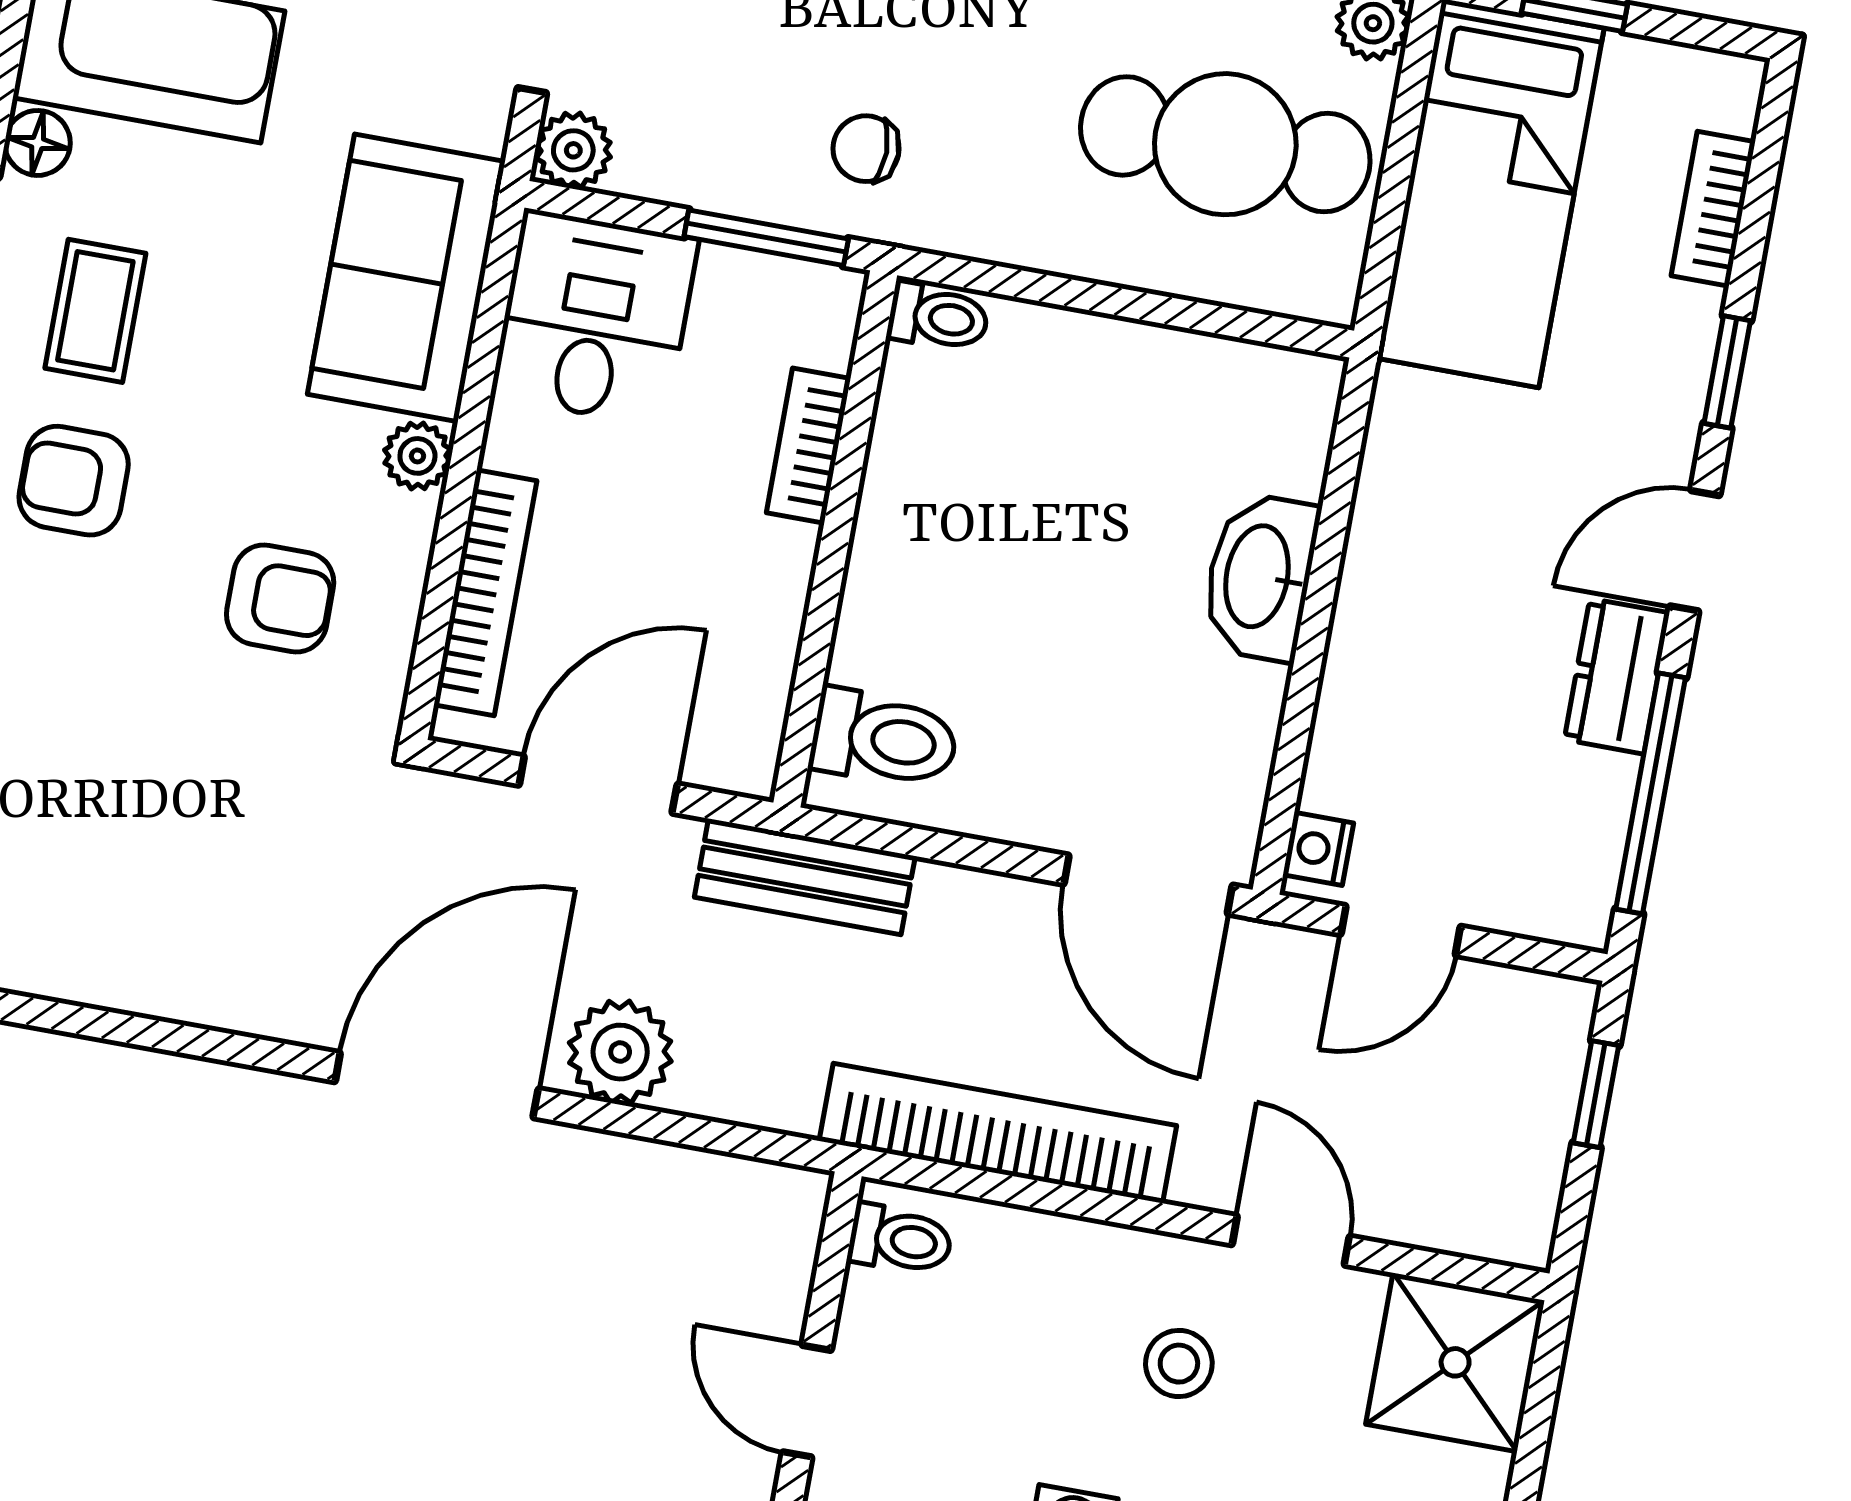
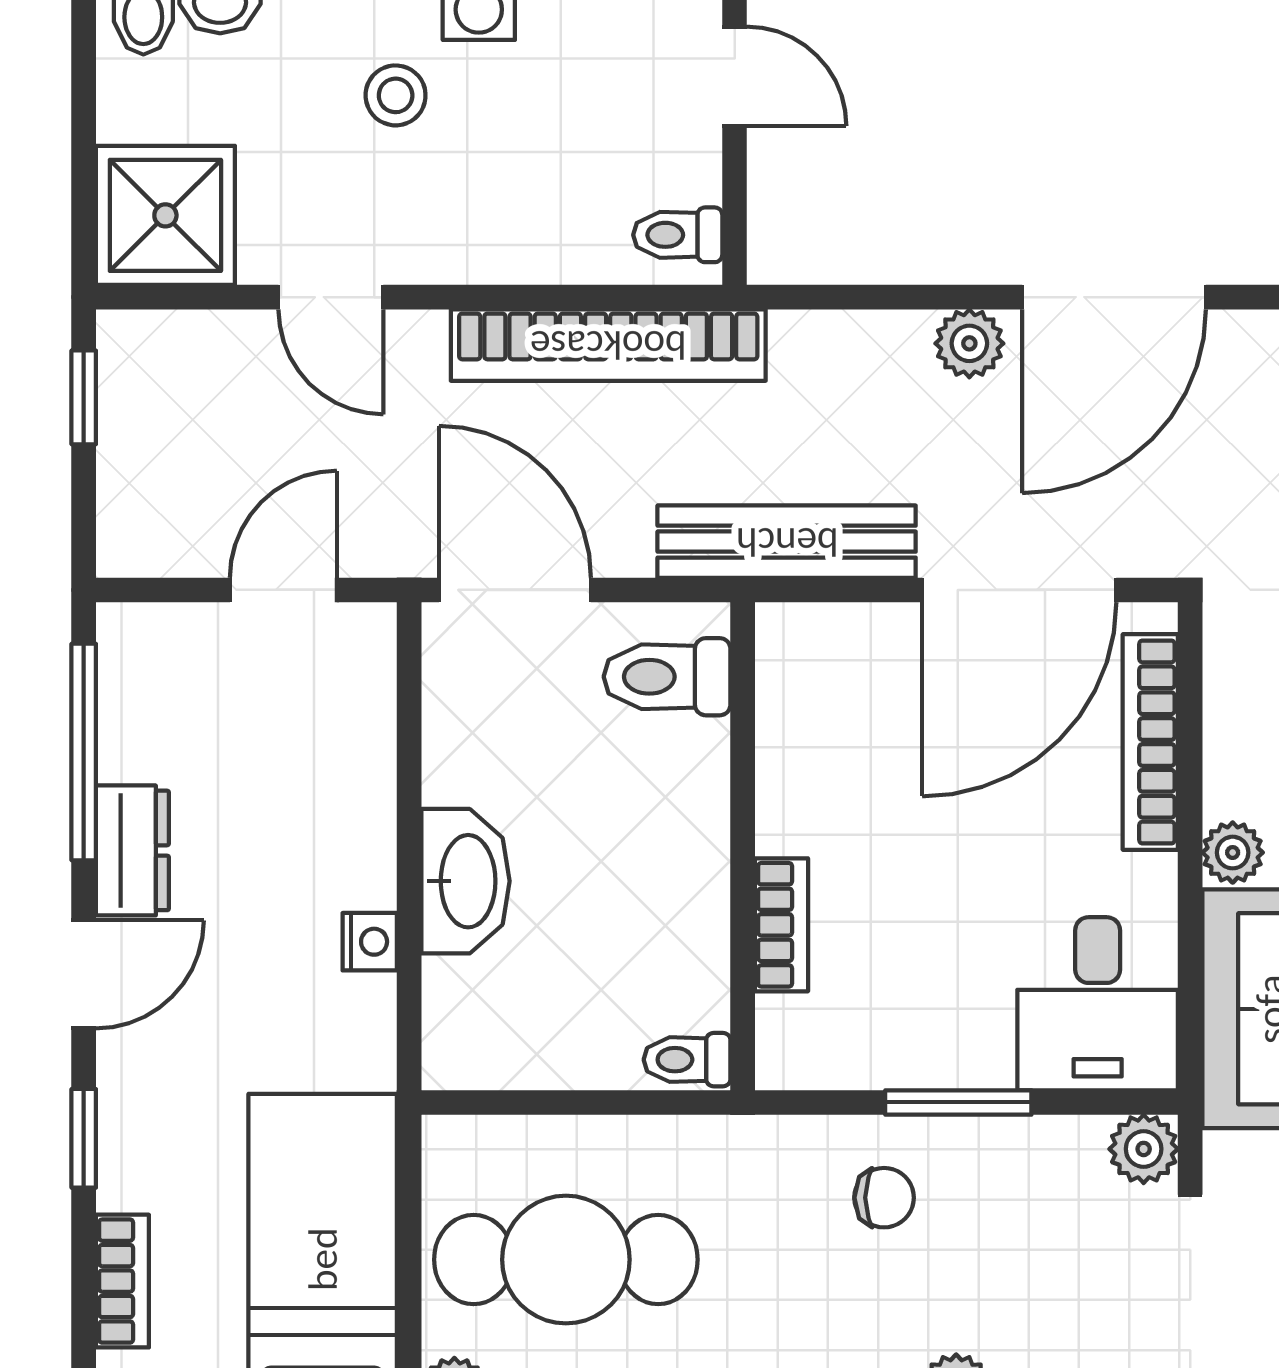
toilet: (938, 317) -> (687, 1060), moved
bookcase: (809, 446) -> (781, 925), moved
wall: (835, 539) -> (743, 846), moved
toilet: (884, 739) -> (667, 677), moved
door: (598, 785) -> (1019, 590), width x1.36
nightstand: (1318, 849) -> (370, 942), moved
bench: (805, 877) -> (787, 542), width x1.36
plant: (620, 1052) -> (969, 343), width x0.73, depth x0.73
window: (1596, 1094) -> (84, 397), moved
stool: (1179, 1364) -> (396, 95), moved

